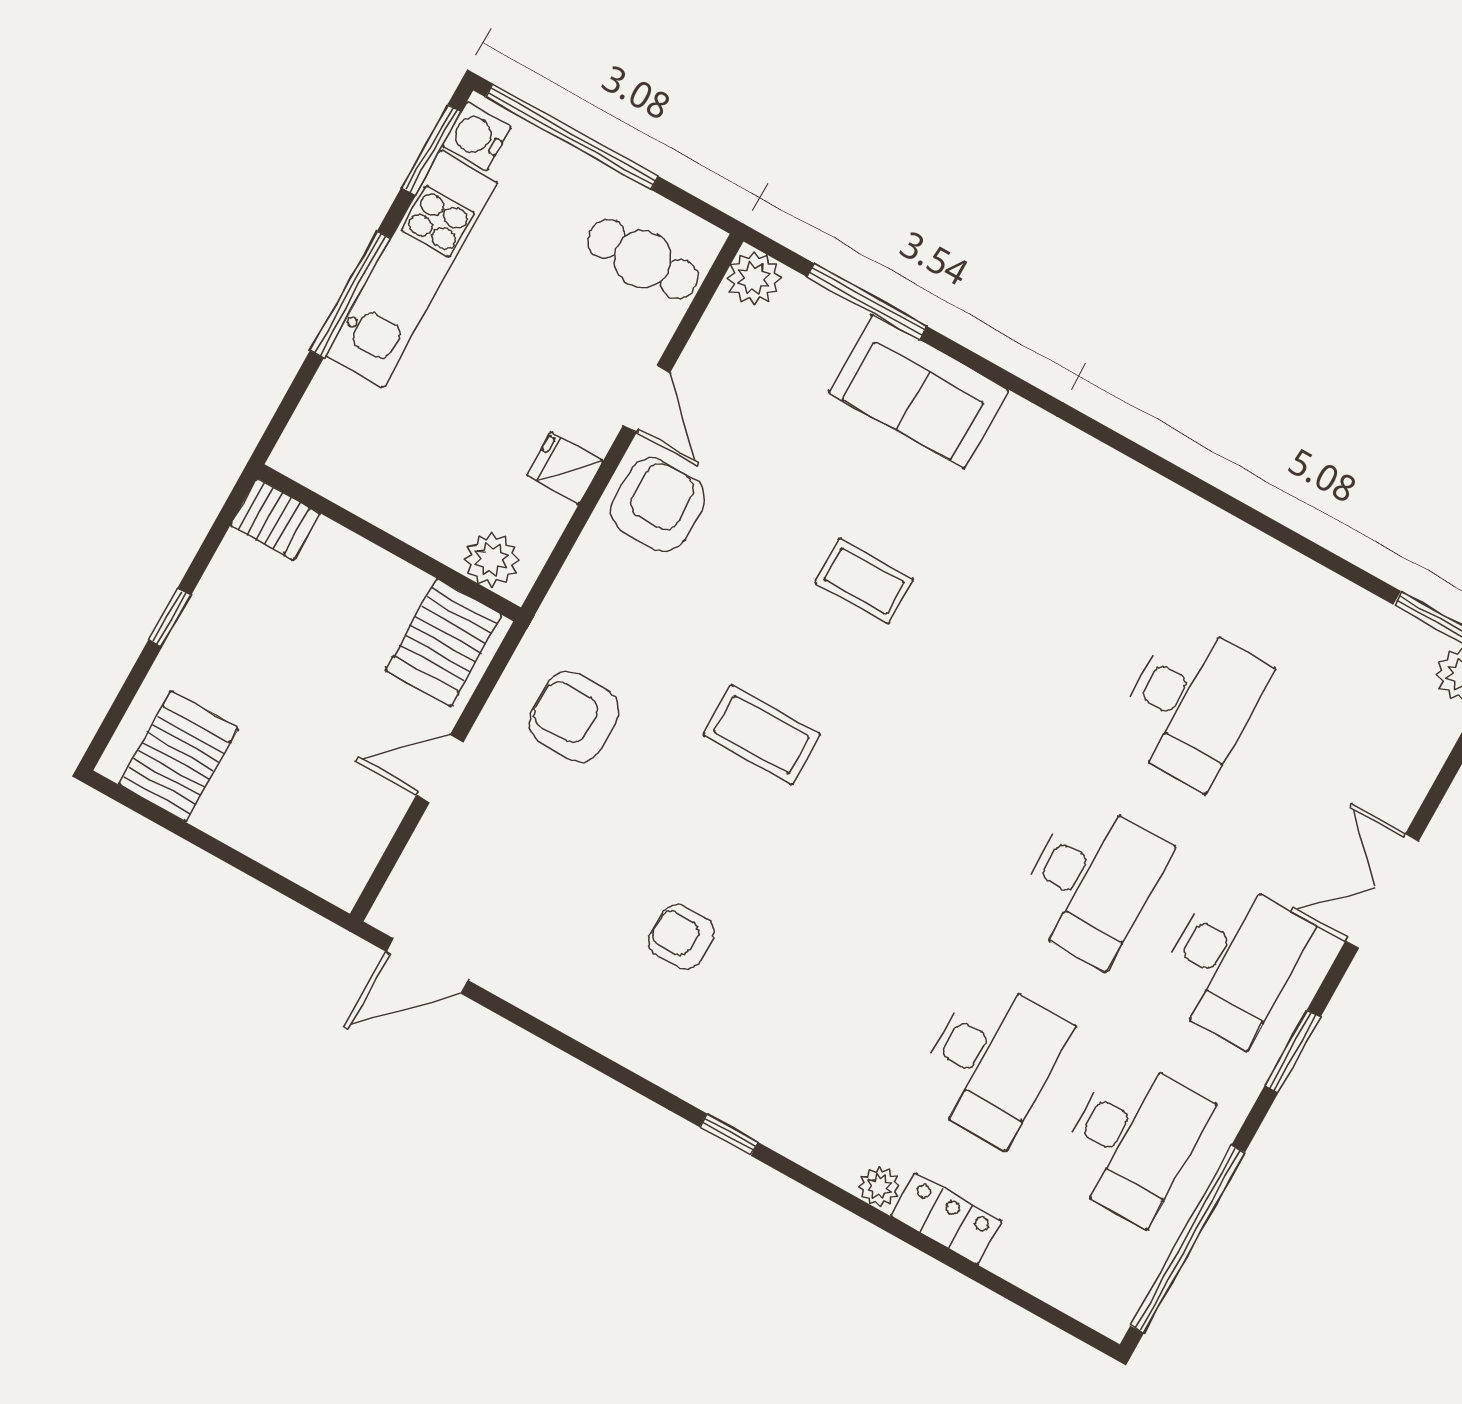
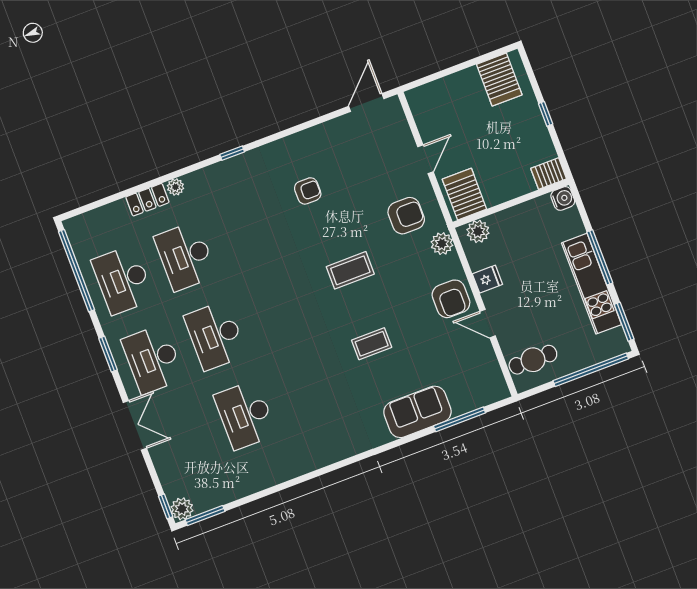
water cooler: (477, 136) -> (563, 198), moved
plant: (754, 278) -> (442, 244), moved

